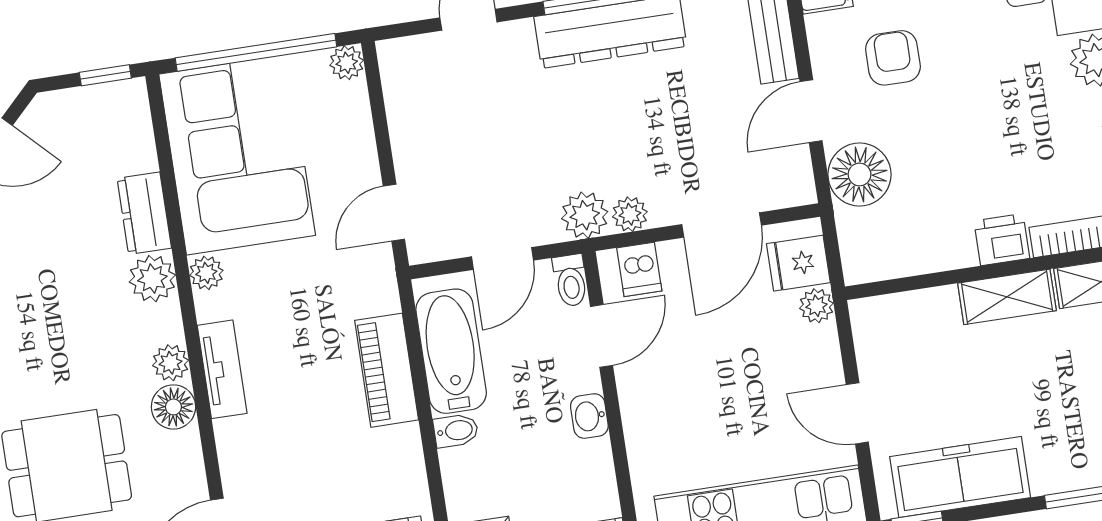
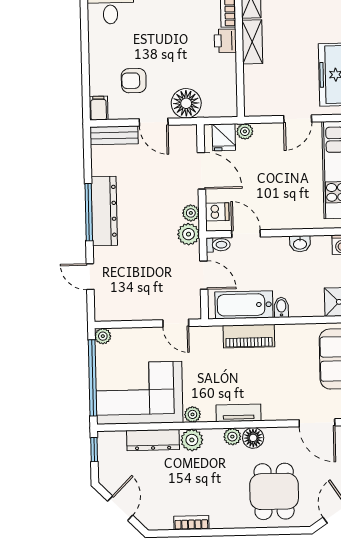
dresser: (144, 213) -> (153, 440), width x1.44
washbasin: (589, 416) -> (300, 244), moved

